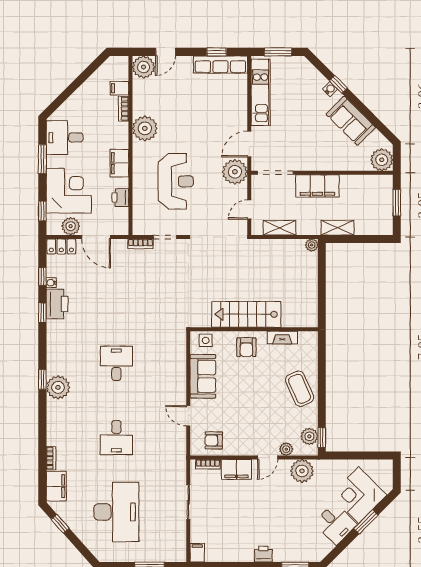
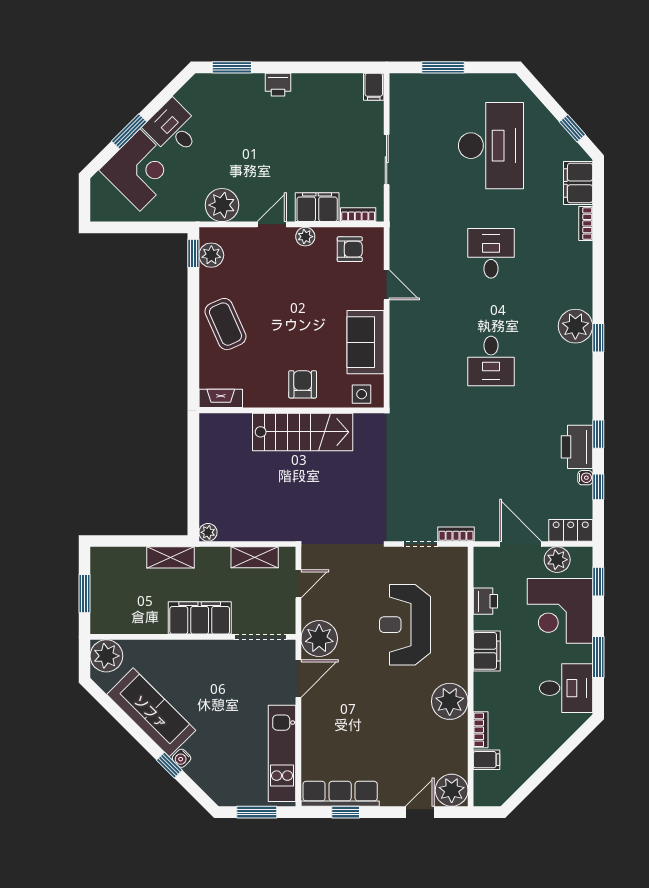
sofa: (351, 121) -> (151, 712), width x1.36
fireplace: (282, 338) -> (221, 398), moved
plant: (286, 449) -> (305, 237), moved
desk: (116, 512) -> (491, 146), turned 180

